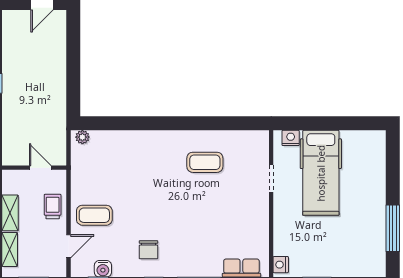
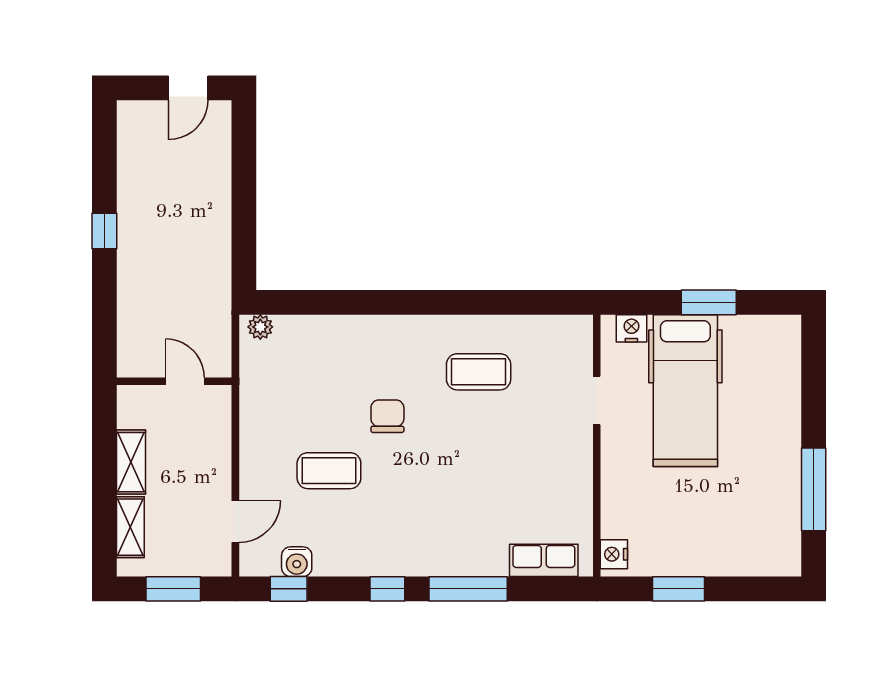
window: (334, 123) -> (709, 302), added
trolley: (53, 206) -> (207, 451), removed
coffee table: (94, 215) -> (329, 471), moved
chair: (148, 250) -> (387, 416), moved, turned 180

